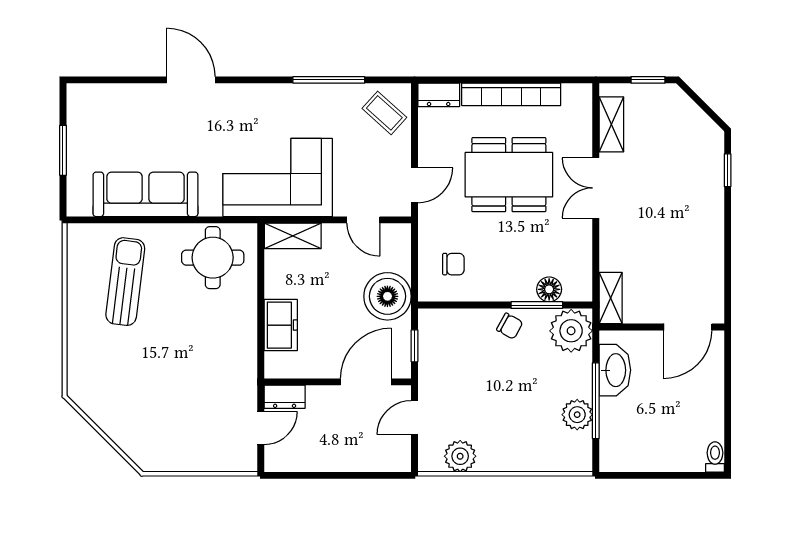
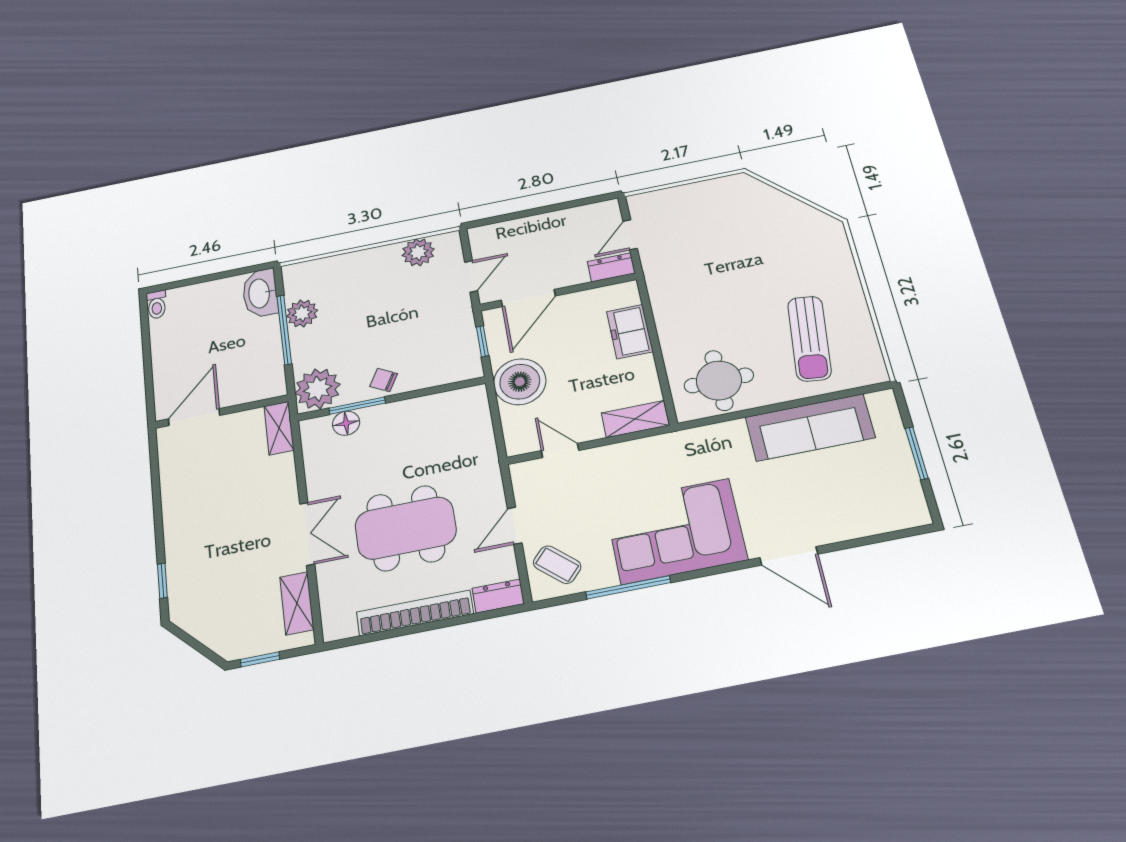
corner sofa: (278, 178) -> (675, 531), moved, turned 180
door: (414, 185) -> (515, 526), moved
chair: (453, 264) -> (453, 427), removed
washbasin: (615, 370) -> (260, 293), moved

